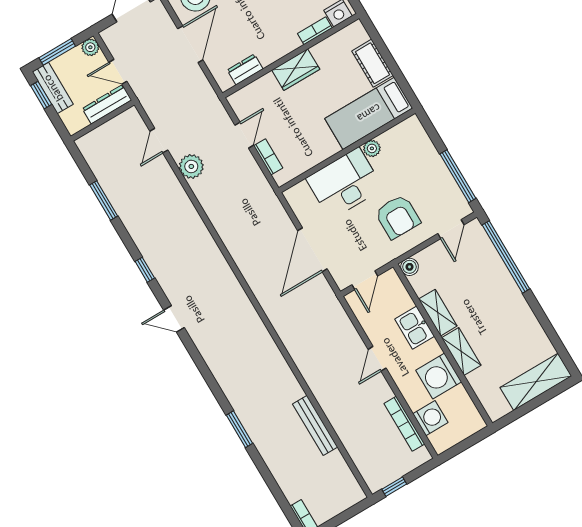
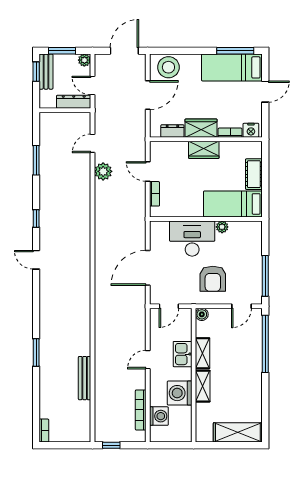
wardrobe: (277, 46) -> (201, 128), added
door: (244, 135) -> (148, 172), swing flipped

